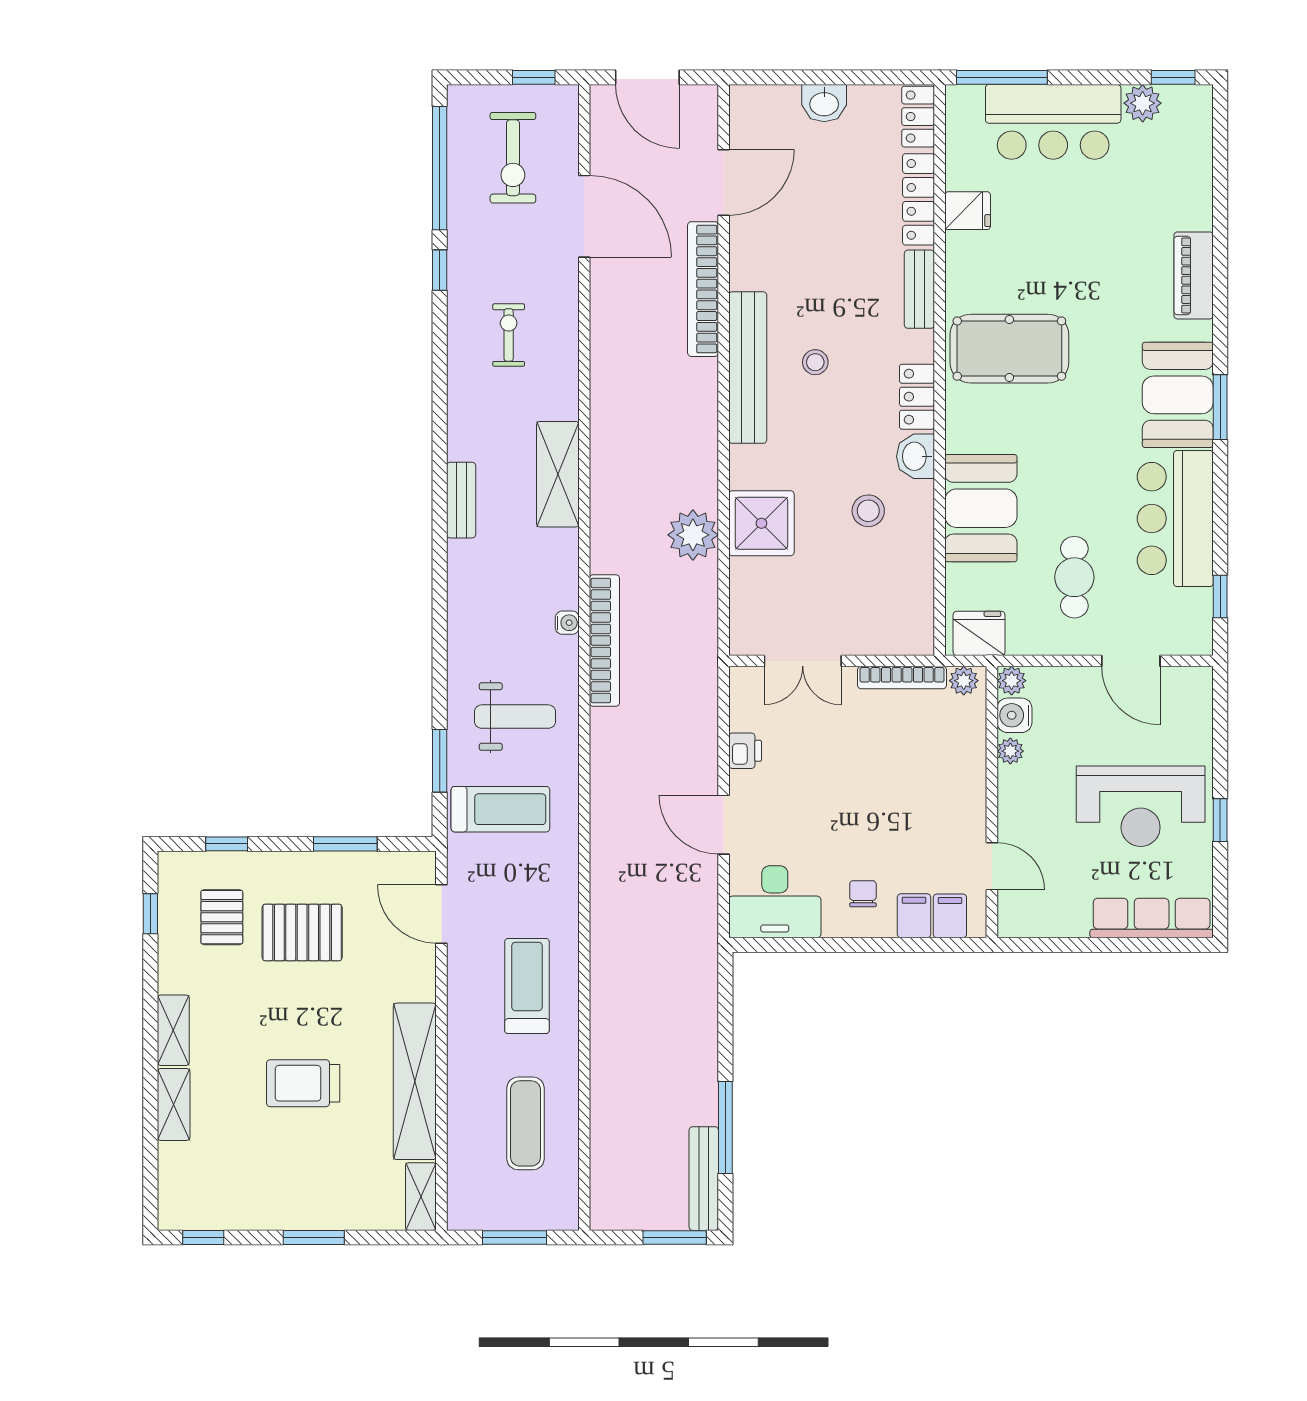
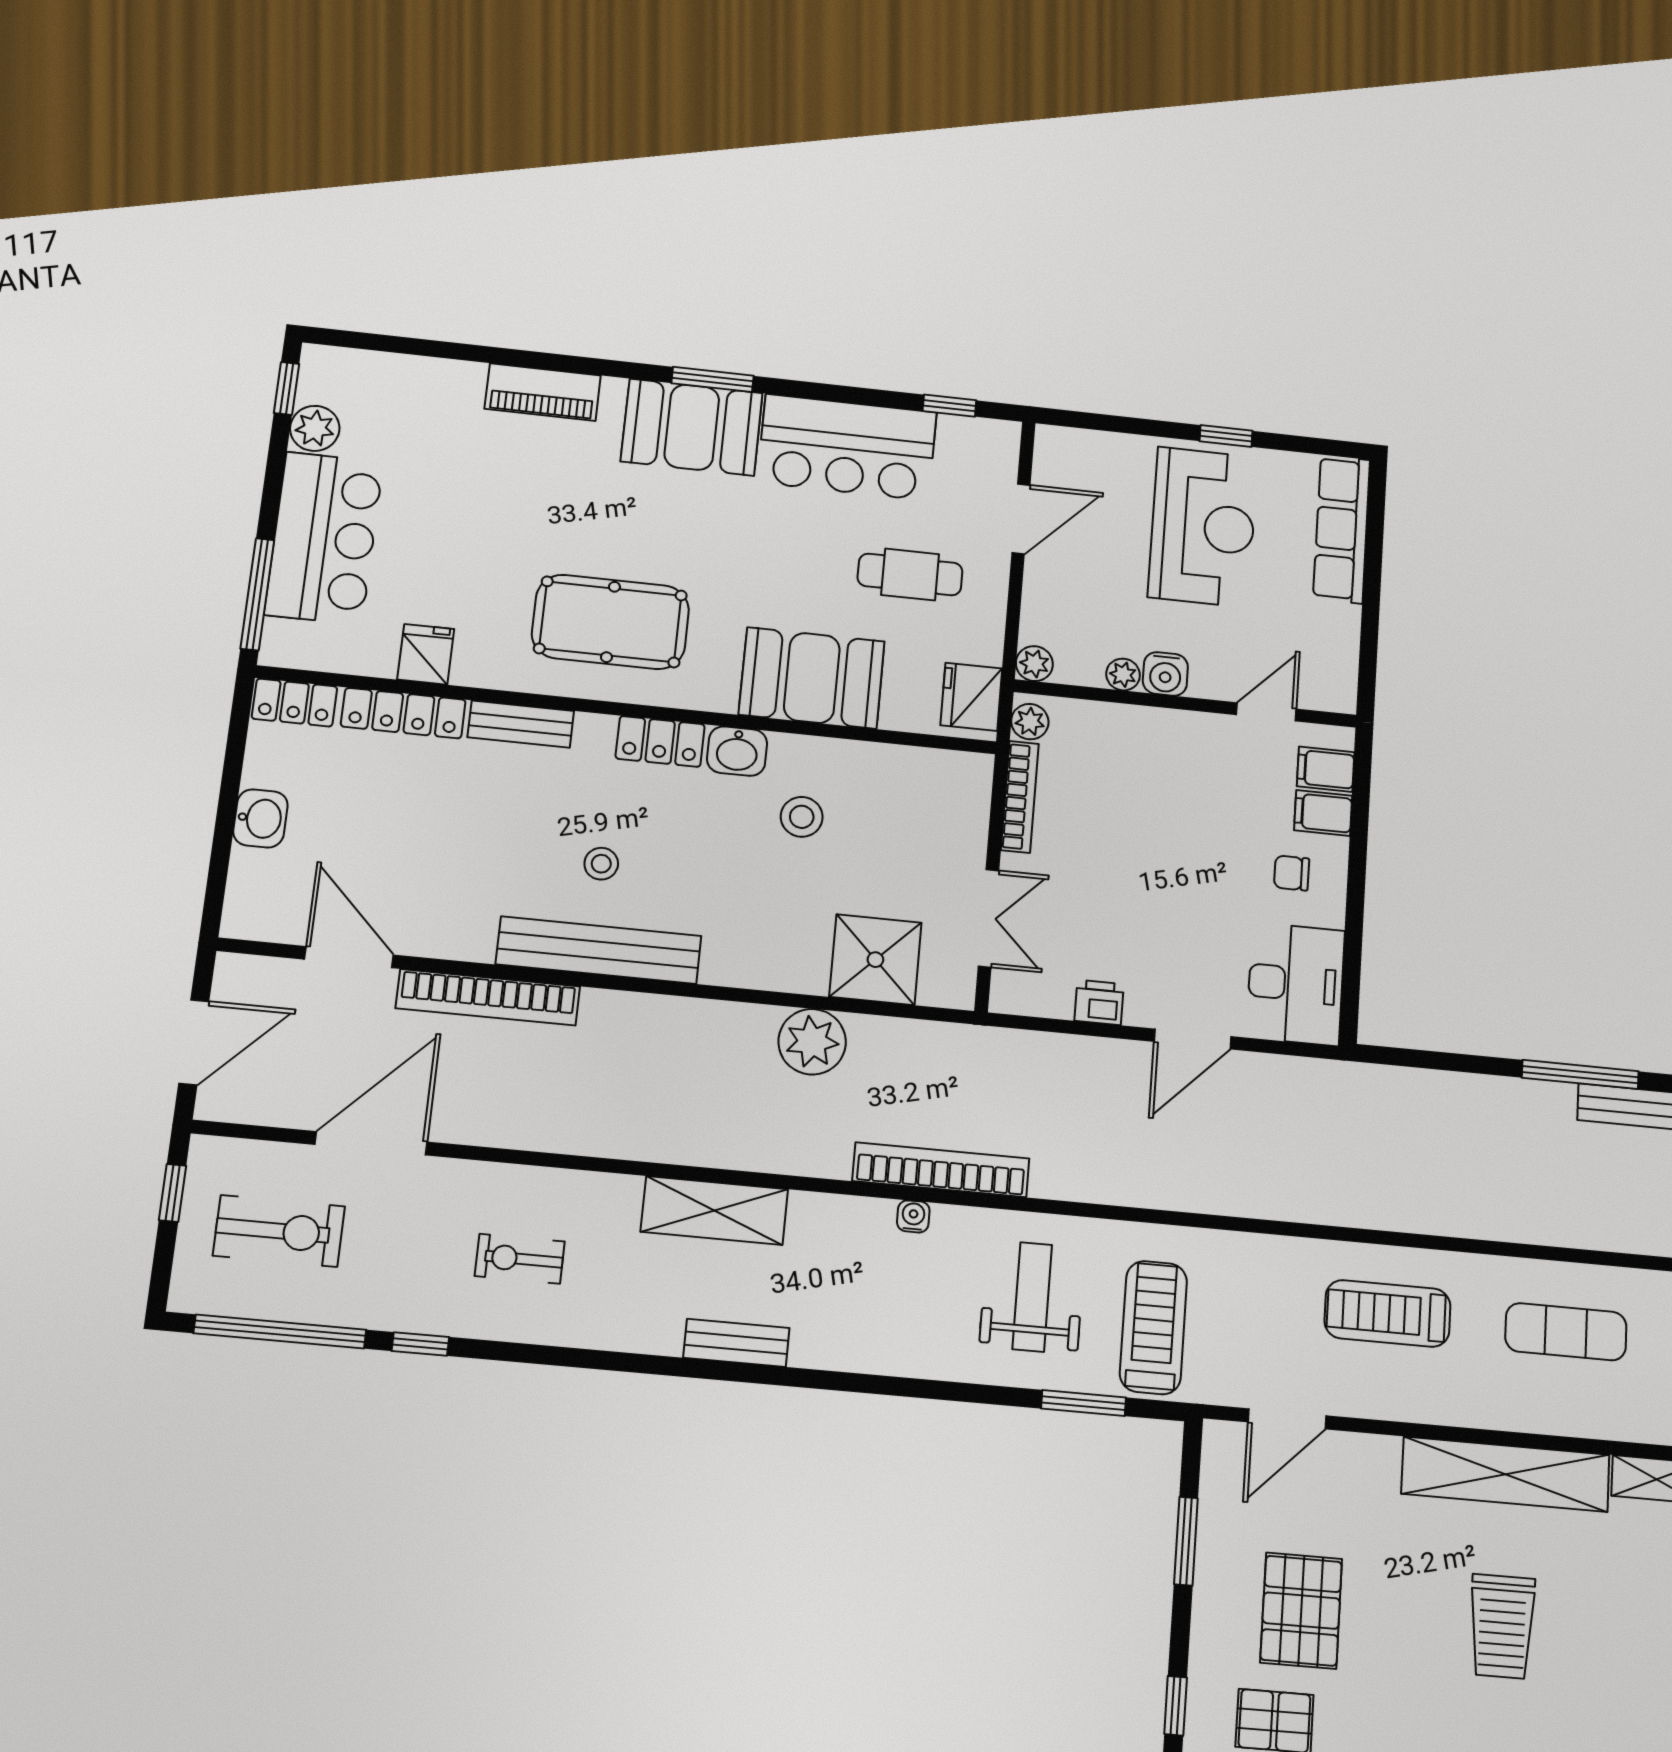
pool table: (1009, 349) -> (610, 622), turned 90
shower: (761, 523) -> (875, 960), moved
water cooler: (1014, 715) -> (1165, 674), moved

